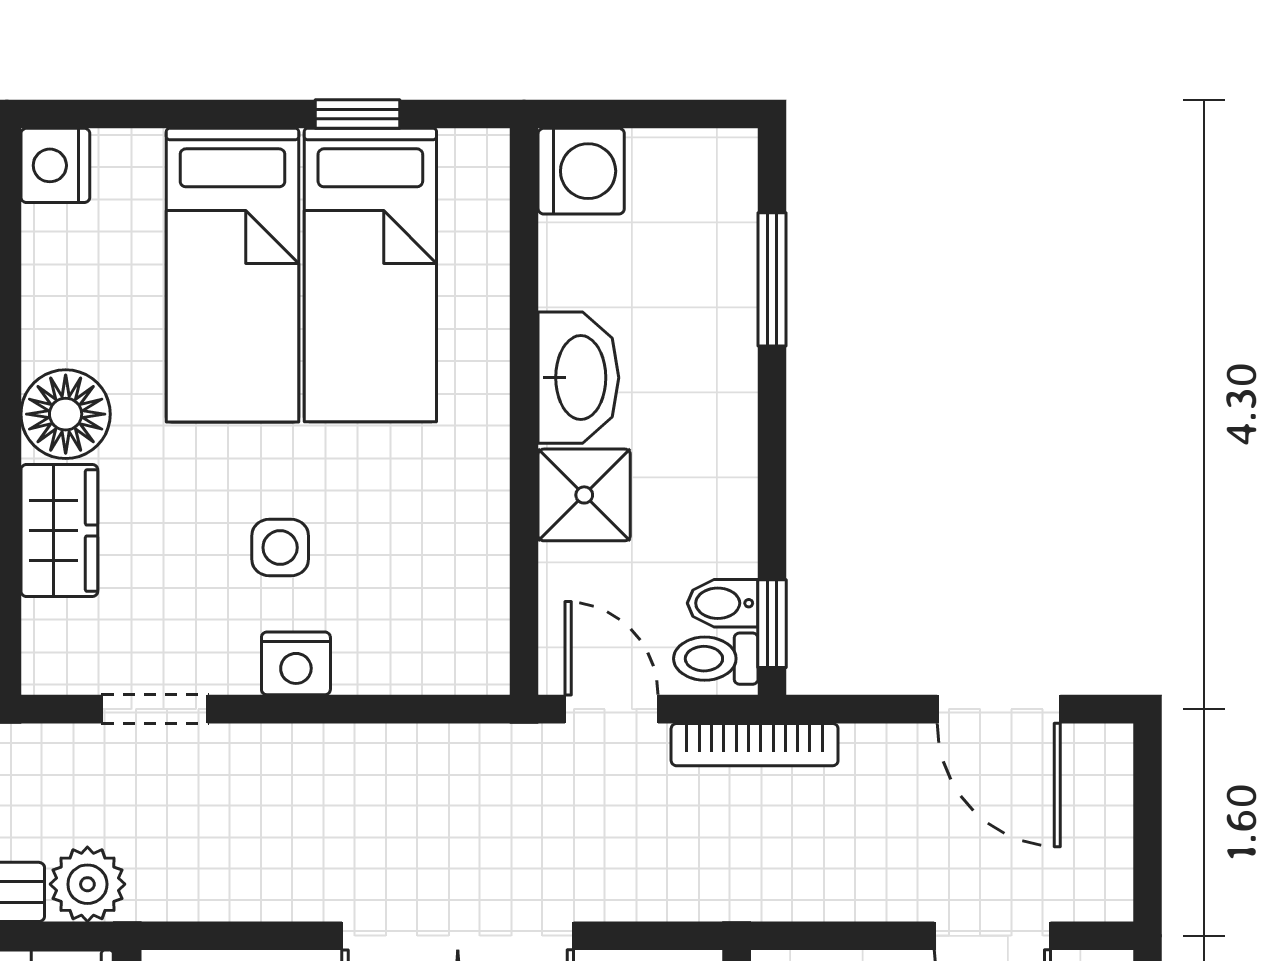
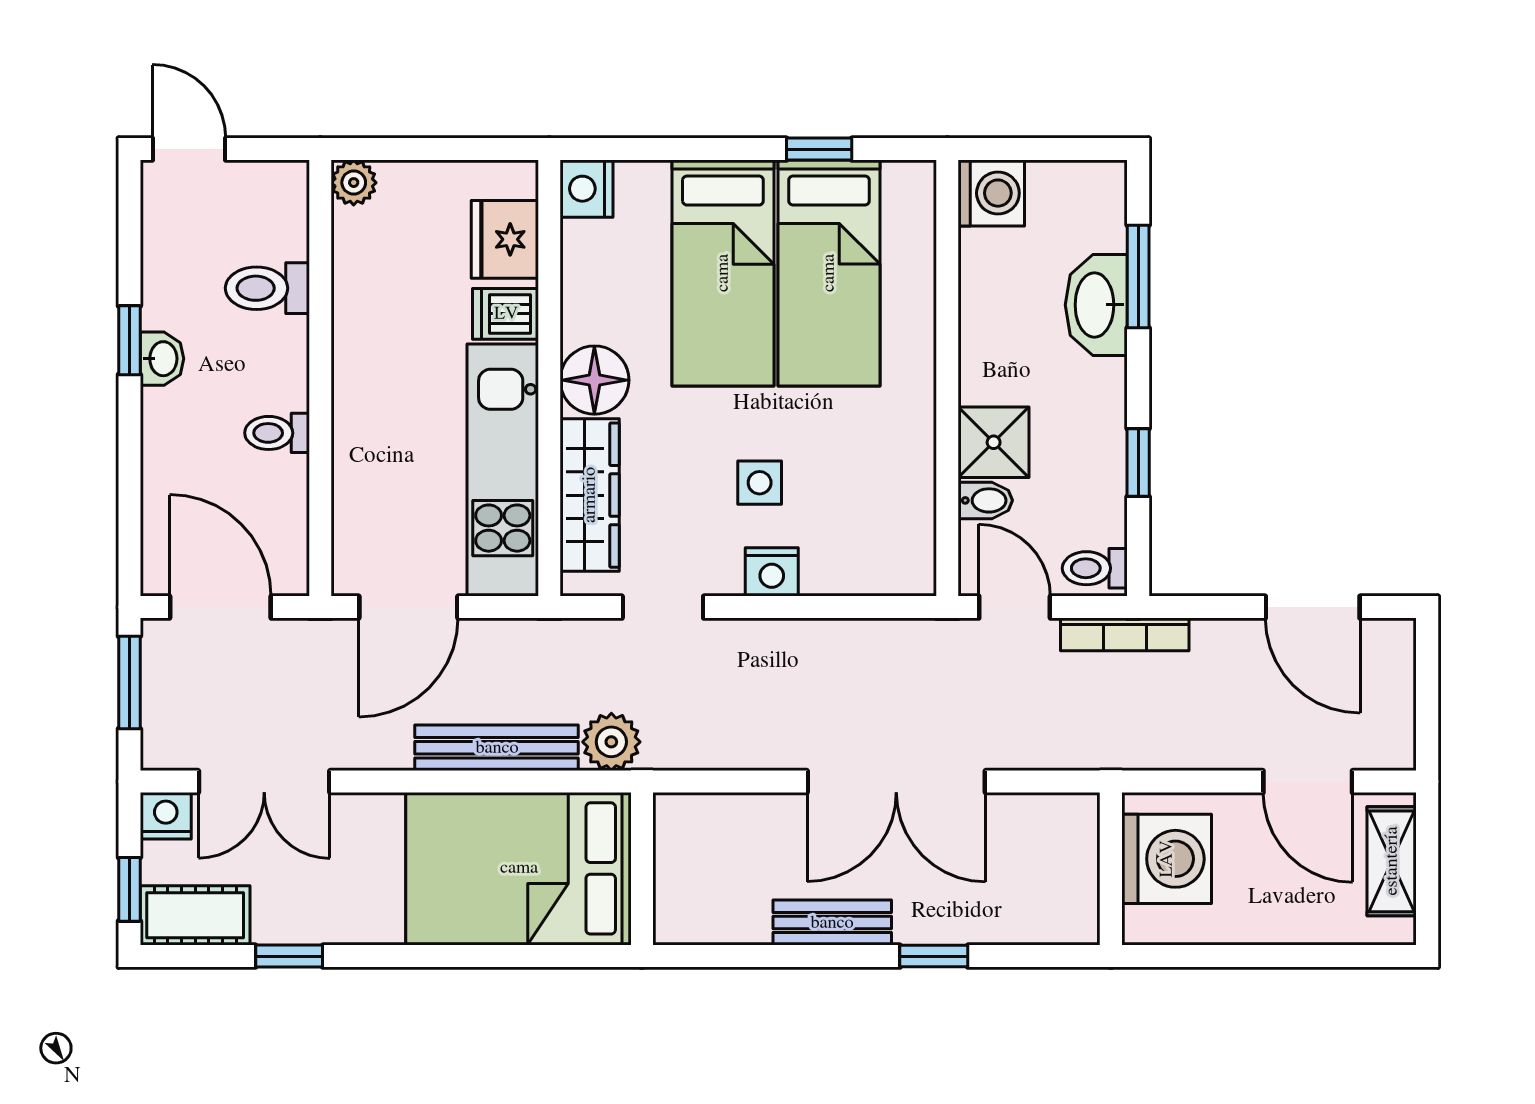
washbasin: (578, 378) -> (1096, 305), moved, turned 180
wardrobe: (59, 531) -> (590, 495), width x1.50
bidet: (723, 603) -> (985, 500), moved, turned 180
window: (772, 624) -> (1138, 463), moved

